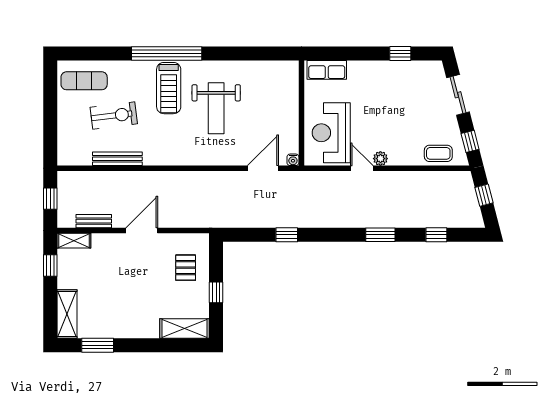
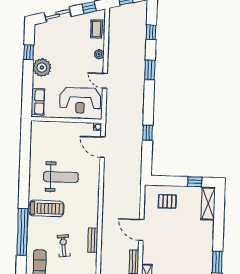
window: (167, 54) -> (22, 232), moved
plant: (378, 74) -> (42, 67), added
exercise bike: (114, 116) -> (64, 246), width x0.73, depth x0.72
bench: (117, 159) -> (93, 240), width x0.73
plant: (380, 159) -> (99, 54), moved
door: (362, 168) -> (105, 81), hinge flipped
window: (216, 292) -> (195, 182), moved

